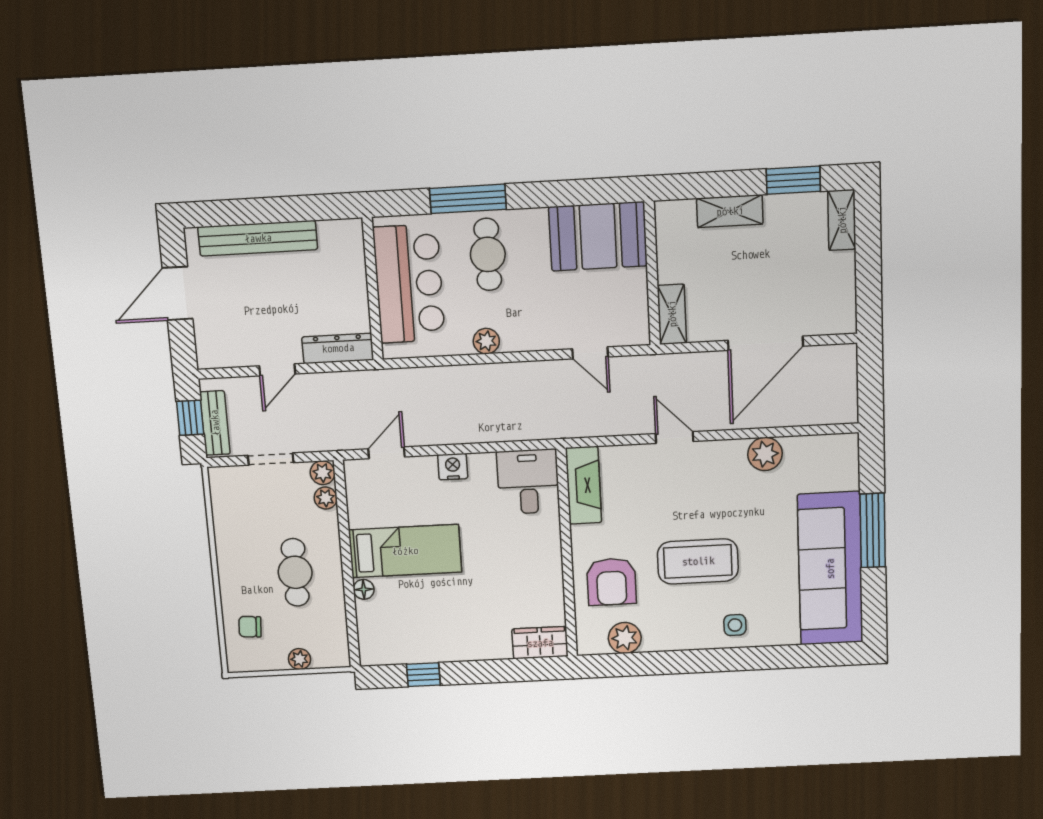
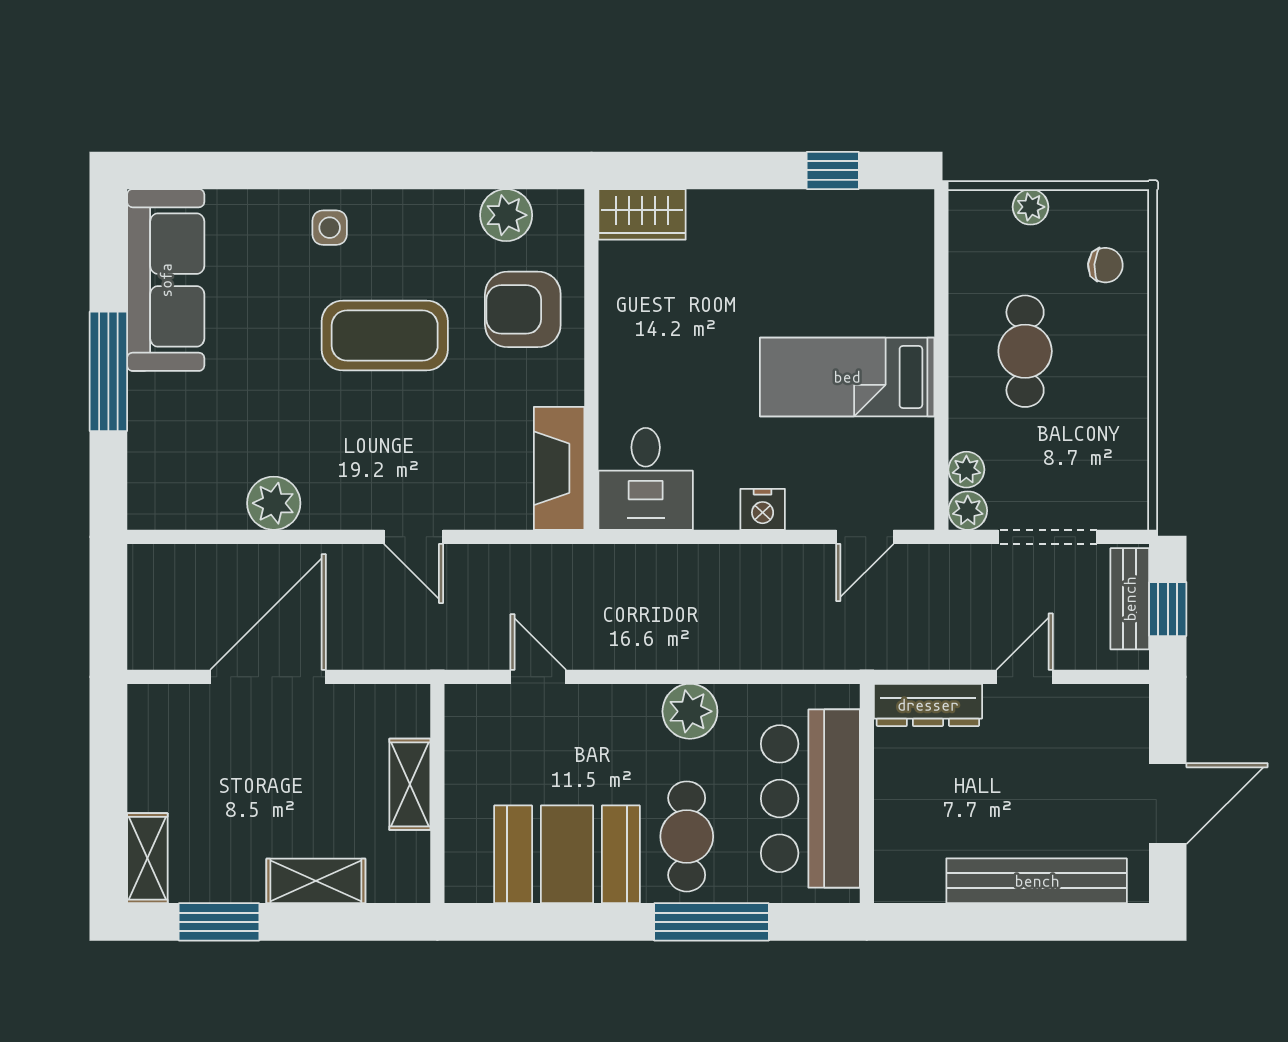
booth: (598, 236) -> (567, 854), moved
shelving: (672, 314) -> (410, 784), moved
plant: (486, 341) -> (690, 711), width x1.38, depth x1.38
doorway: (271, 459) -> (1047, 537), width x1.38
sofa: (830, 569) -> (166, 280), width x0.74, depth x0.79
armchair: (611, 582) -> (523, 309), turned -90
floor lamp: (364, 589) -> (918, 317), removed

